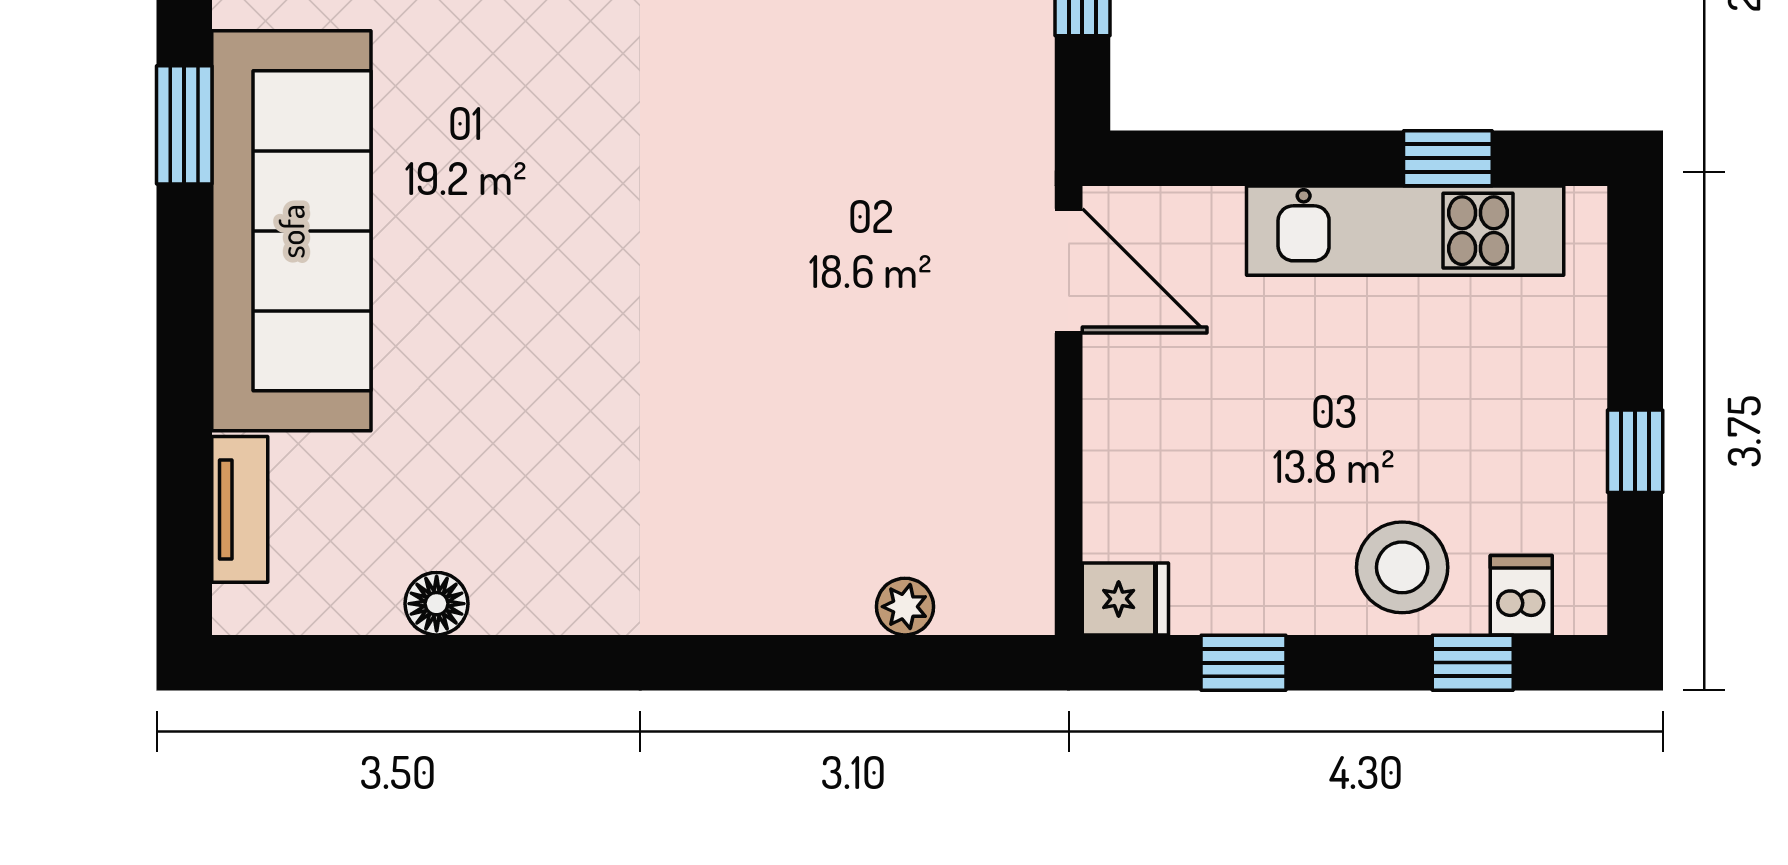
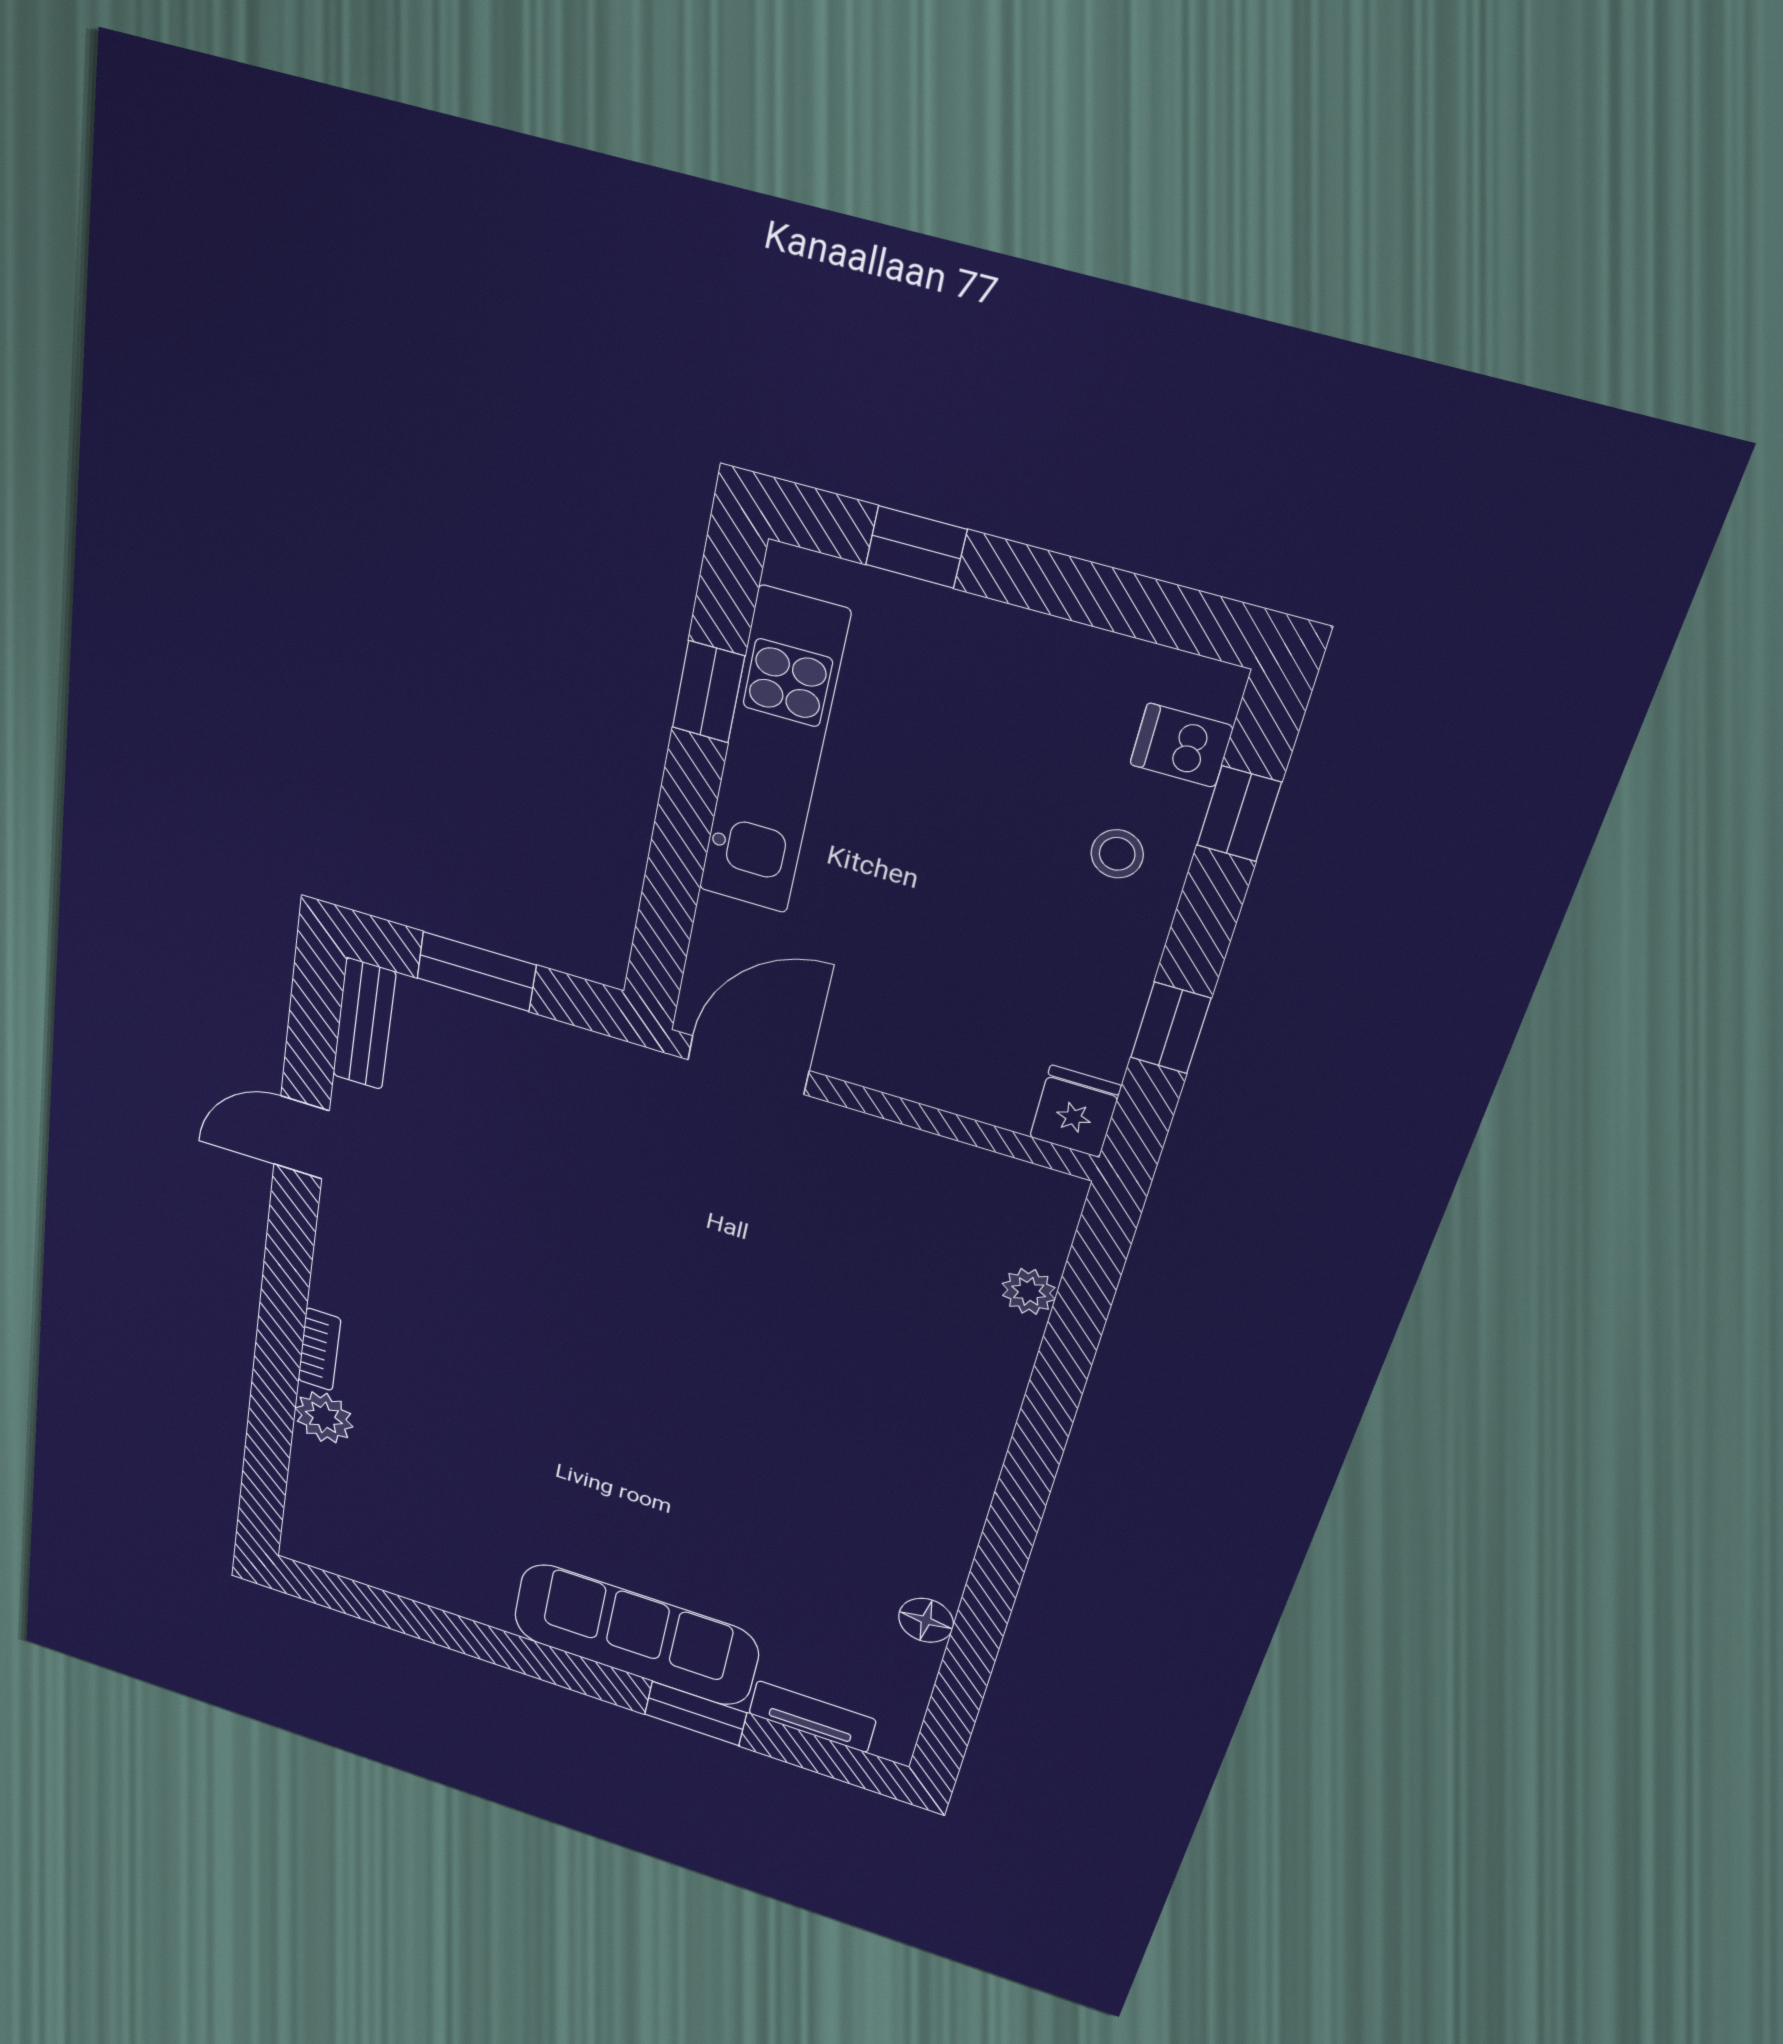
window: (184, 125) -> (696, 1714), moved
sofa: (291, 231) -> (636, 1635), width x0.74, depth x0.79
window: (1635, 451) -> (916, 547), moved
stool: (1402, 567) -> (1117, 854), width x0.53, depth x0.53

